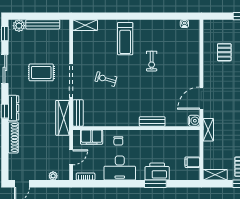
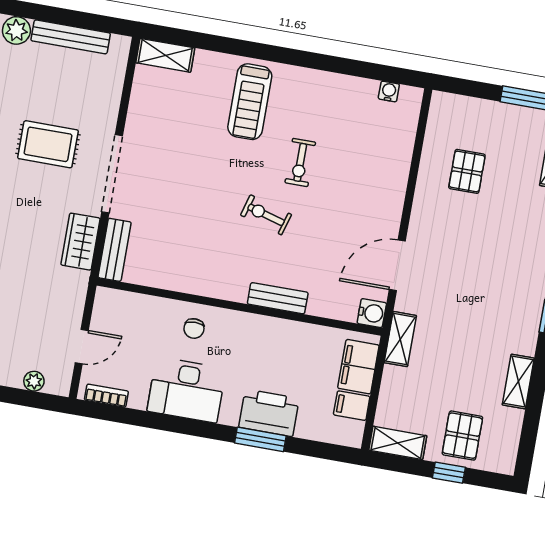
exercise bike: (106, 79) -> (266, 215), moved
wardrobe: (63, 118) -> (80, 242), width x0.67
filing cabinet: (92, 137) -> (358, 367), moved, turned 90

